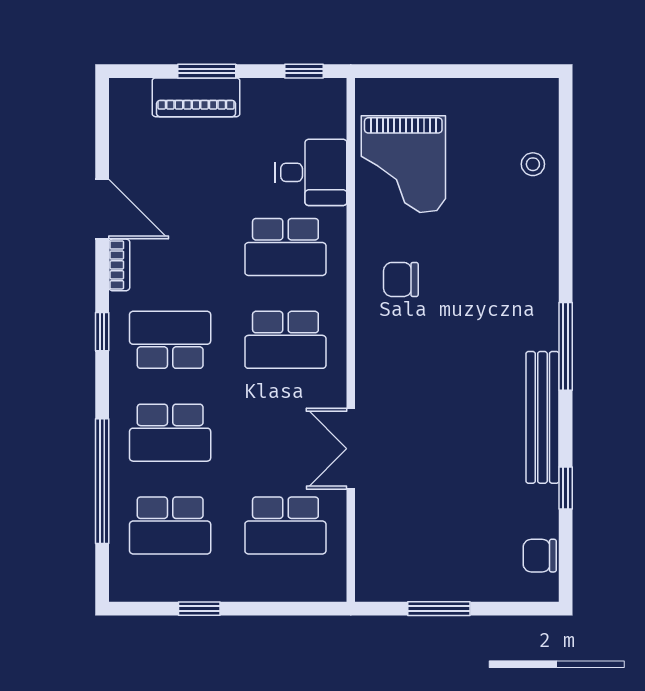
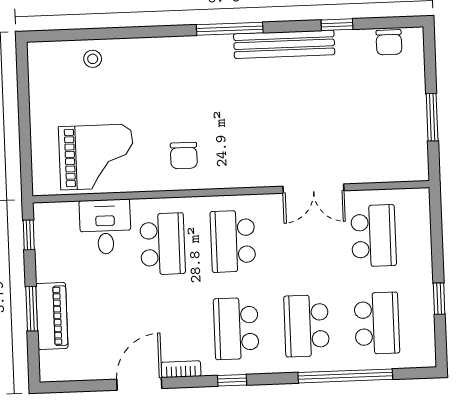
school desk: (285, 340) -> (233, 241), turned 180
school desk: (170, 433) -> (307, 326), turned 180

